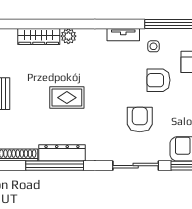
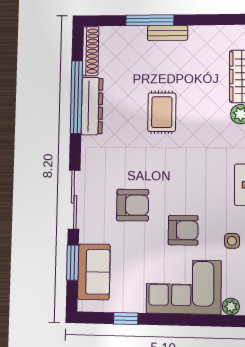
side table: (153, 46) -> (232, 241), moved
armchair: (159, 80) -> (183, 230), turned 90

